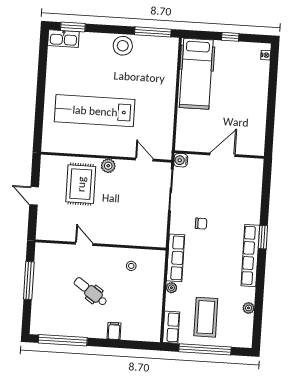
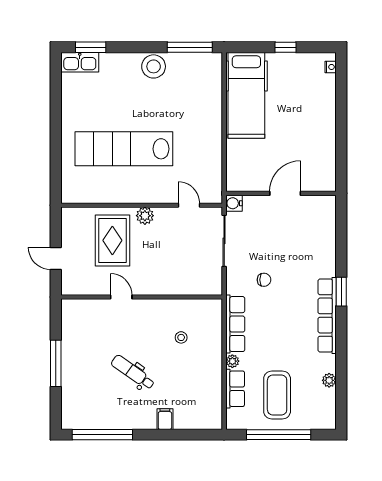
door: (84, 244) -> (121, 297), moved
wall: (101, 245) -> (142, 297), moved
row of seats: (171, 327) -> (235, 389), moved

